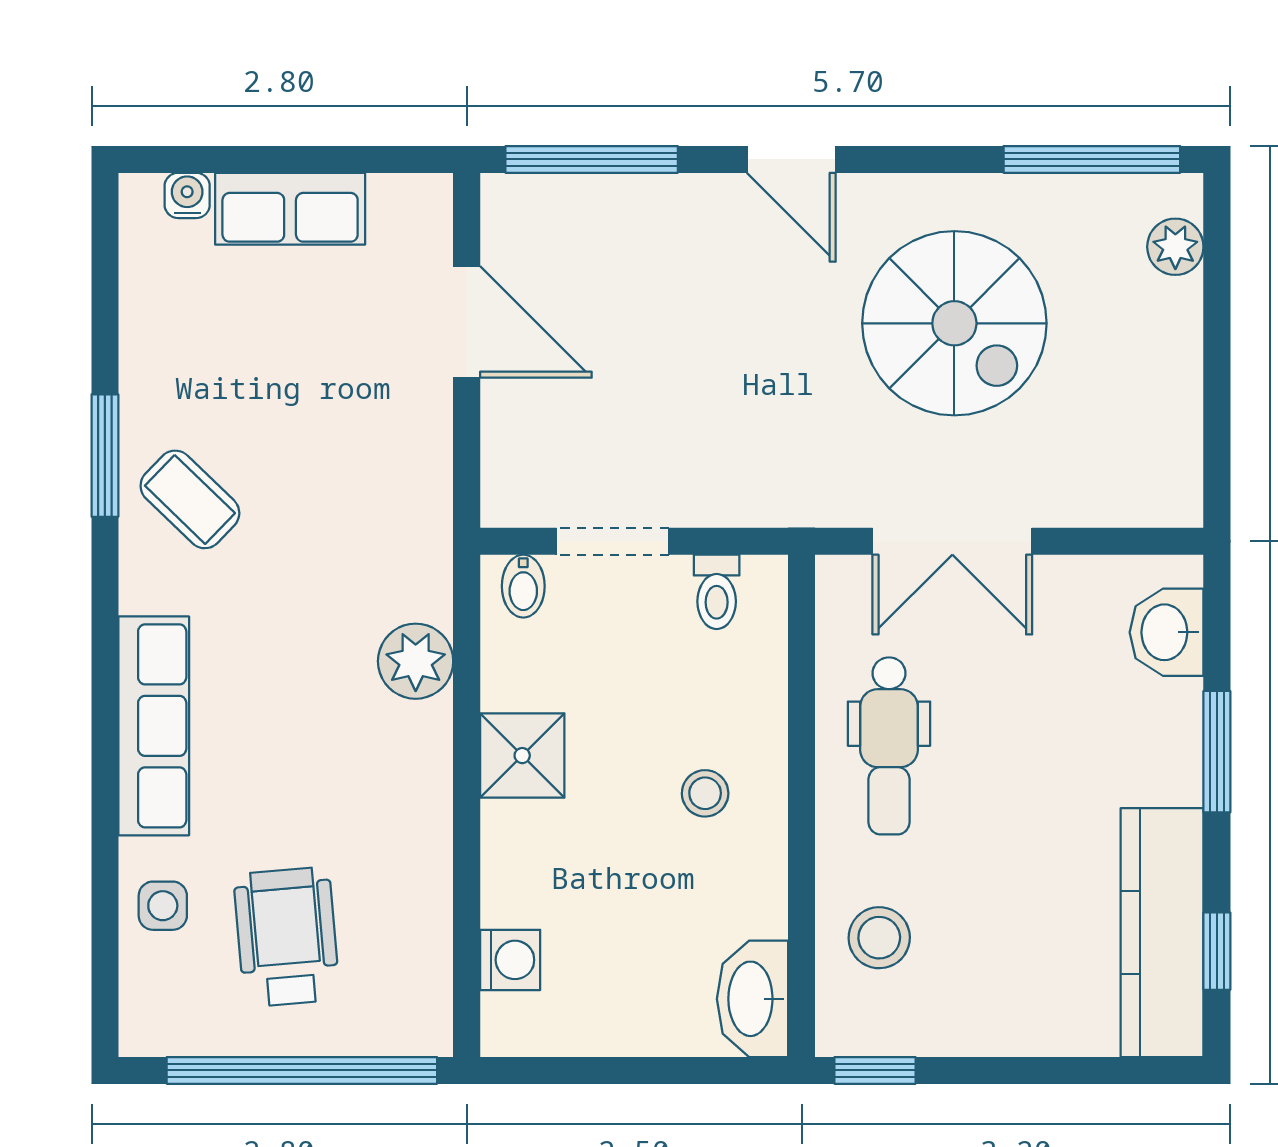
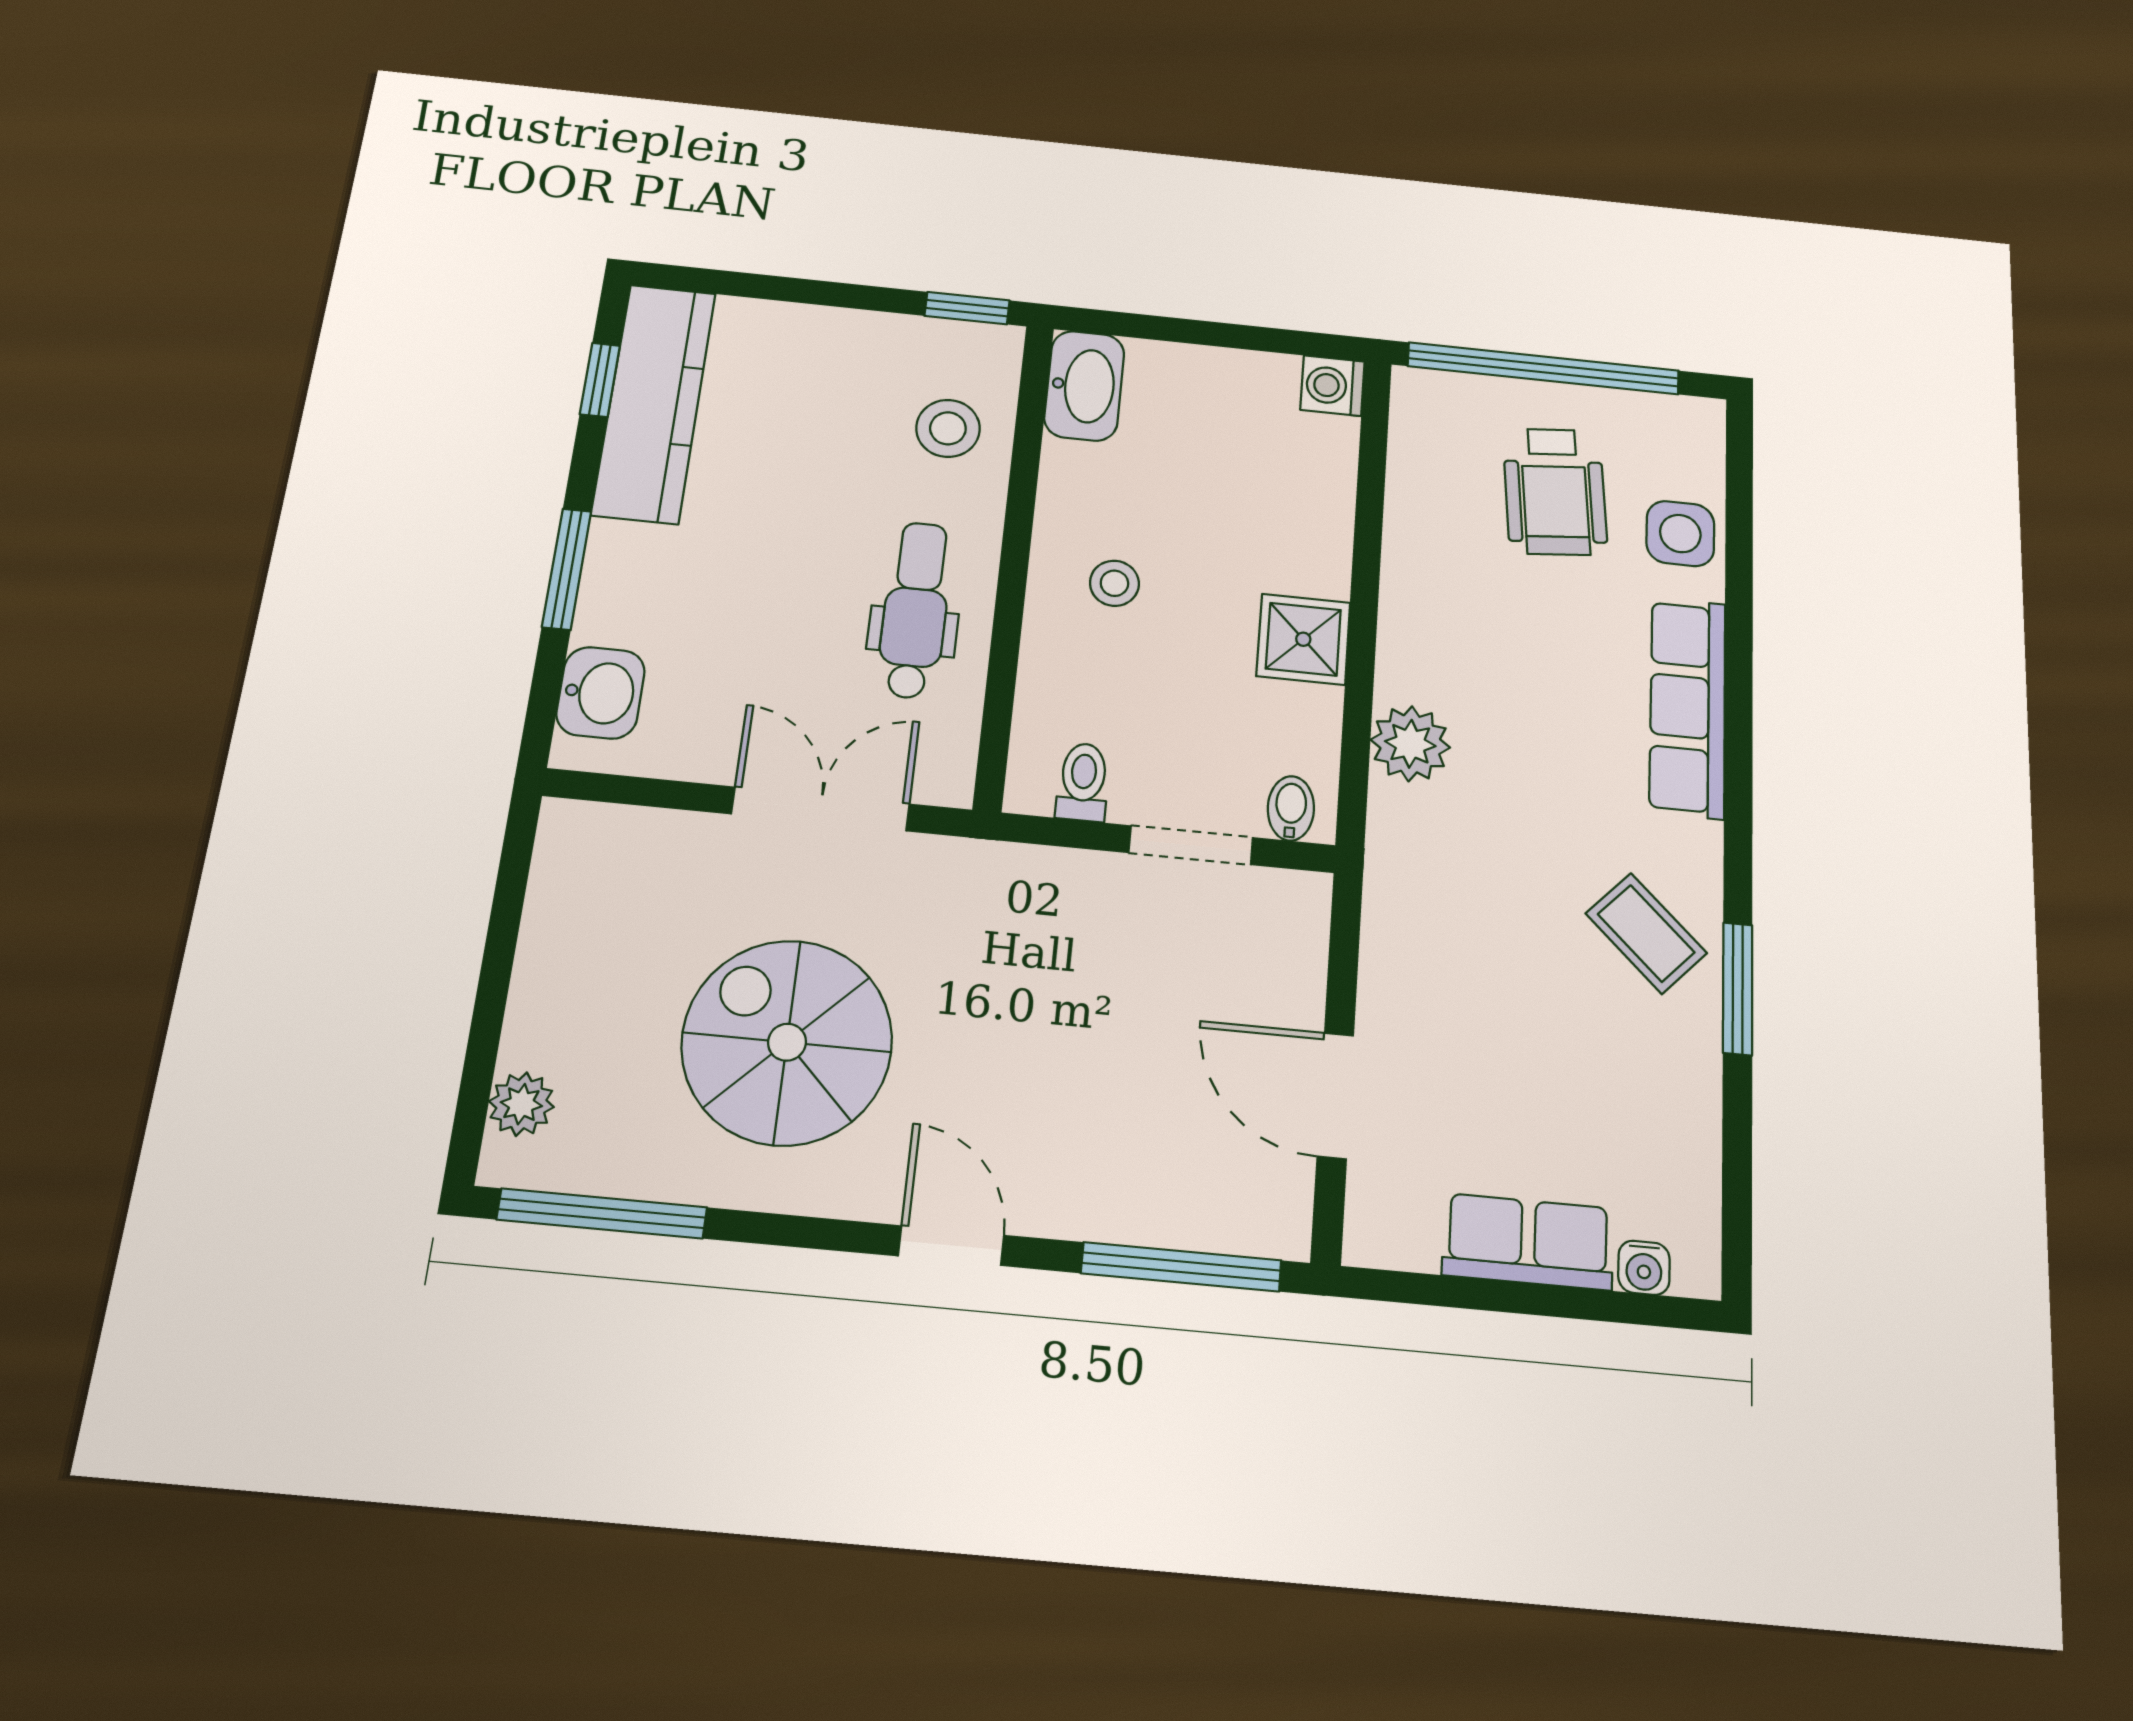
side table: (163, 906) -> (1680, 534), width x1.37, depth x1.37
washing machine: (510, 960) -> (1333, 386), moved

